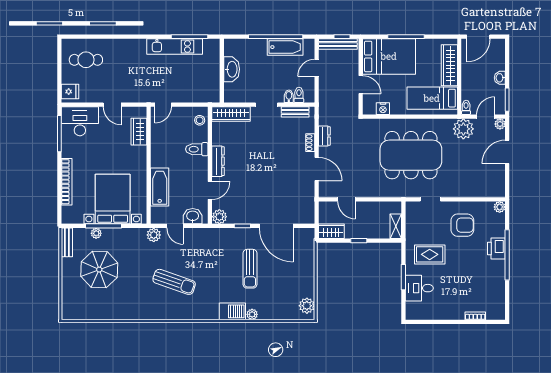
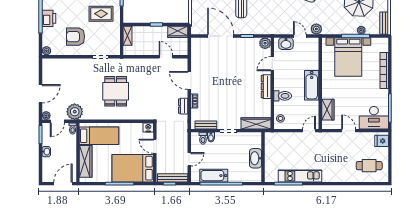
nightstand: (383, 109) -> (148, 127), moved
dining table: (411, 155) -> (116, 91), width x0.53, depth x0.80
bathtub: (160, 187) -> (312, 85), moved

